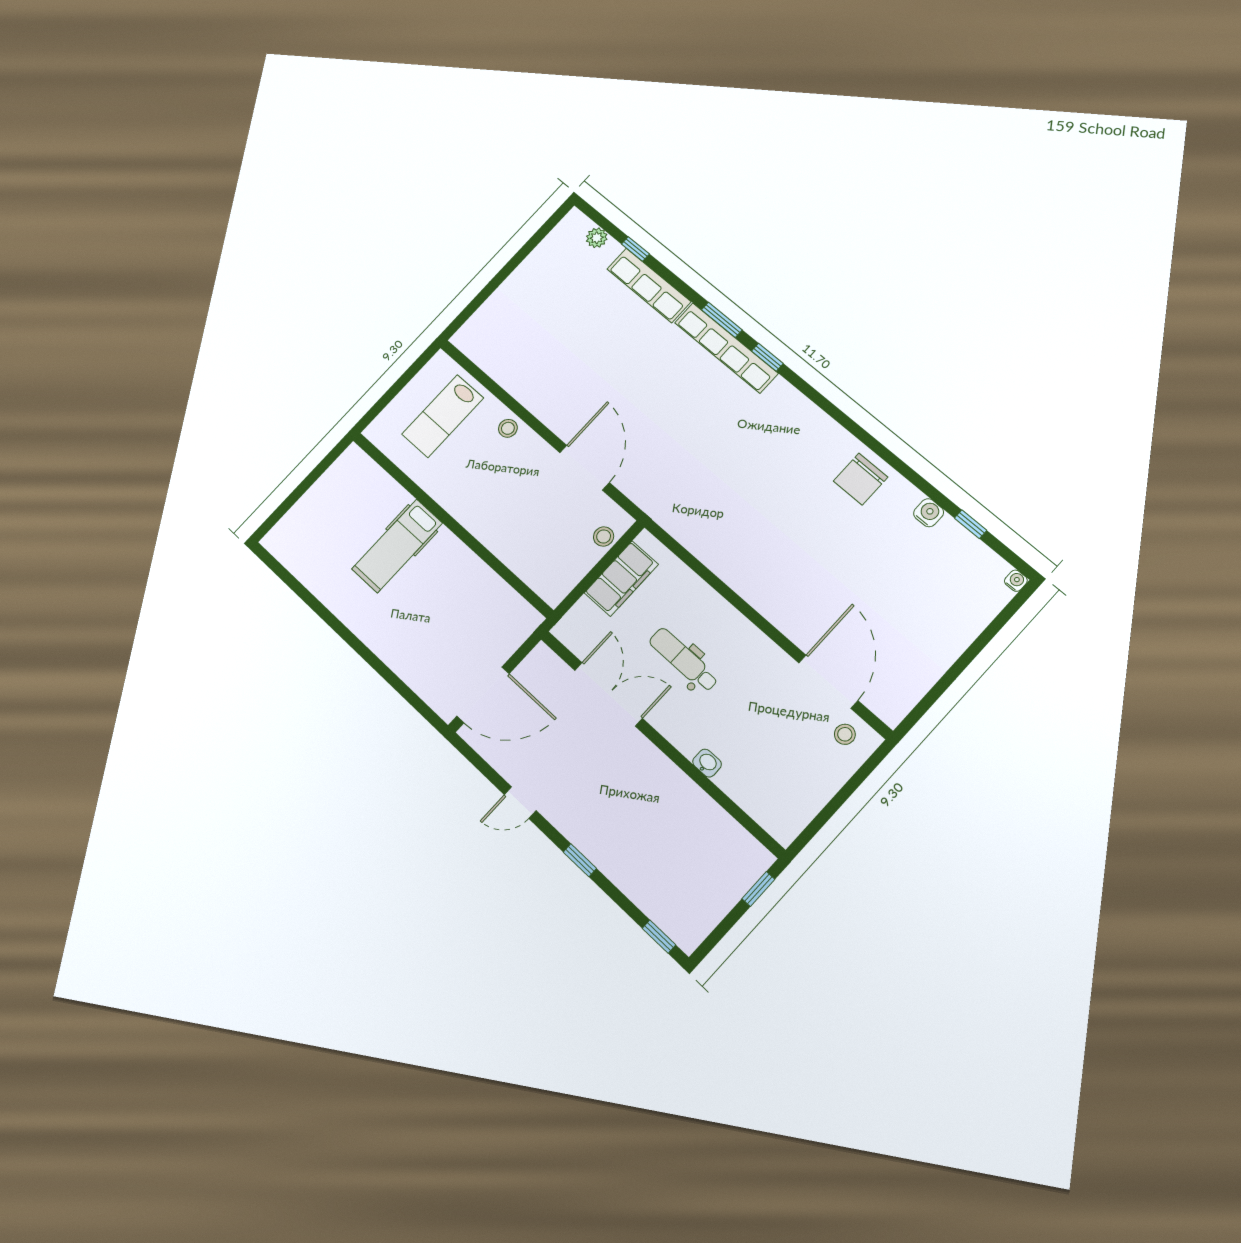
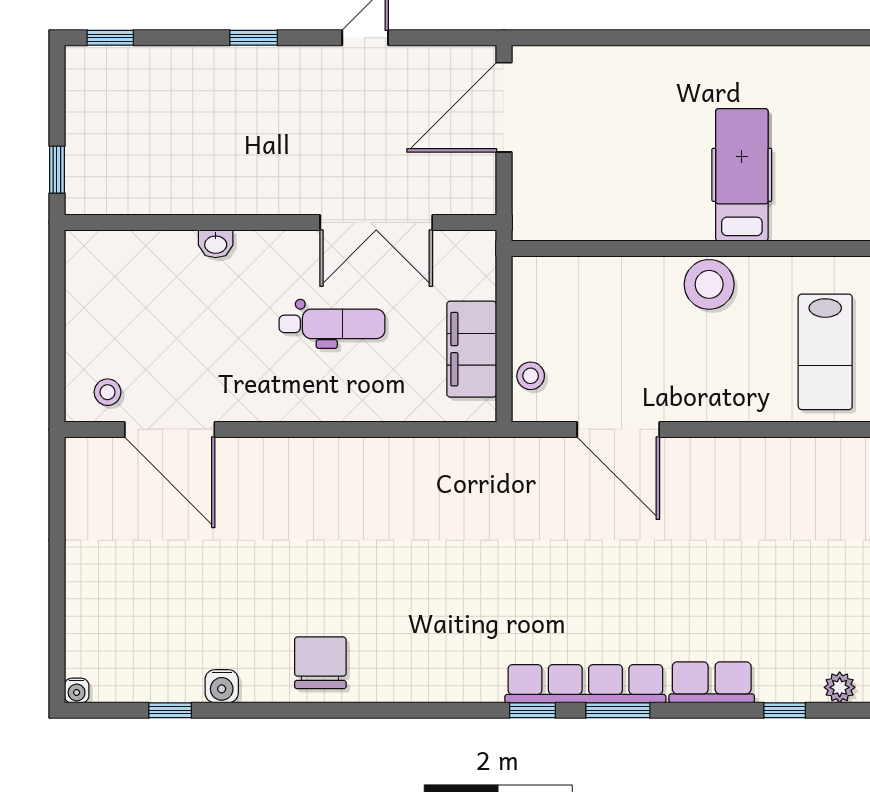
row of seats: (649, 285) -> (712, 682), width x0.68
lab bench: (443, 416) -> (825, 352), turned 180
stool: (508, 428) -> (709, 284), moved, width x1.89, depth x1.89

